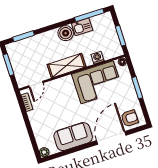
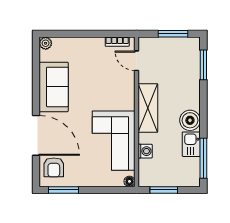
window: (137, 88) -> (64, 190), moved

